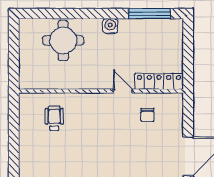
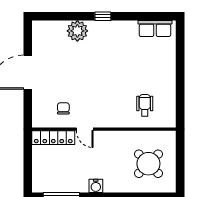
round table: (63, 40) -> (148, 164), moved, turned 45
wheelchair: (54, 118) -> (145, 105), turned 180

